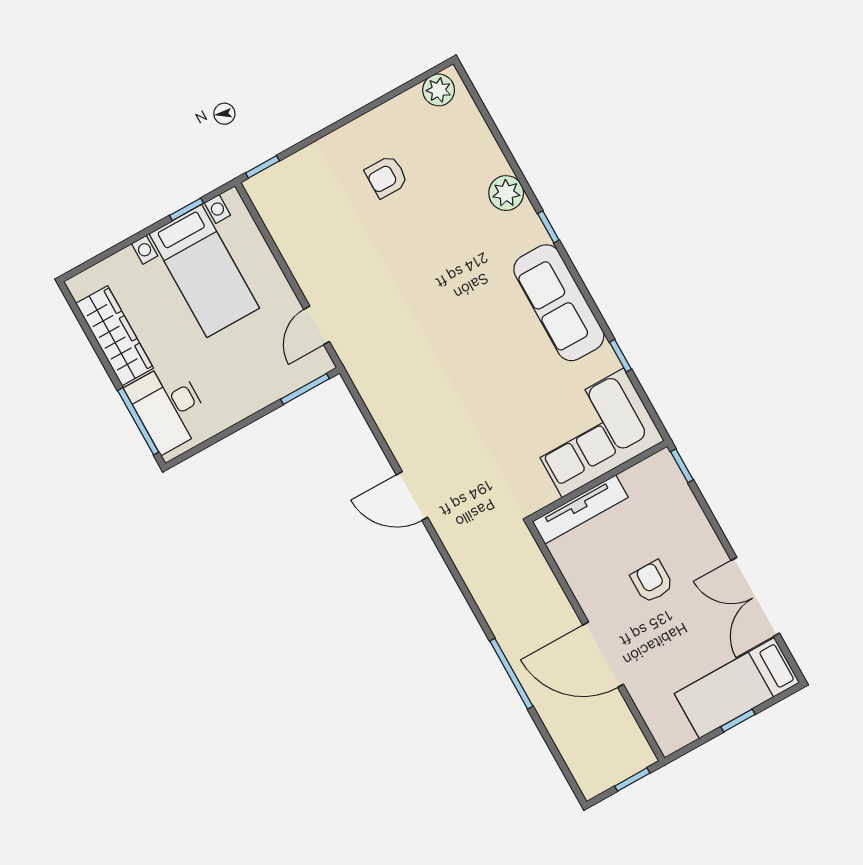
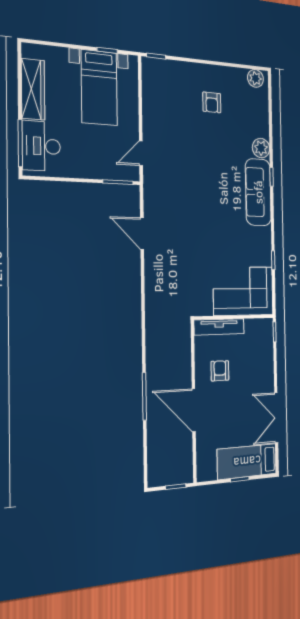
armchair: (386, 177) -> (212, 102), turned -90
sofa: (559, 303) -> (258, 192), moved
door: (412, 496) -> (142, 234), moved
armchair: (652, 582) -> (220, 371), moved

